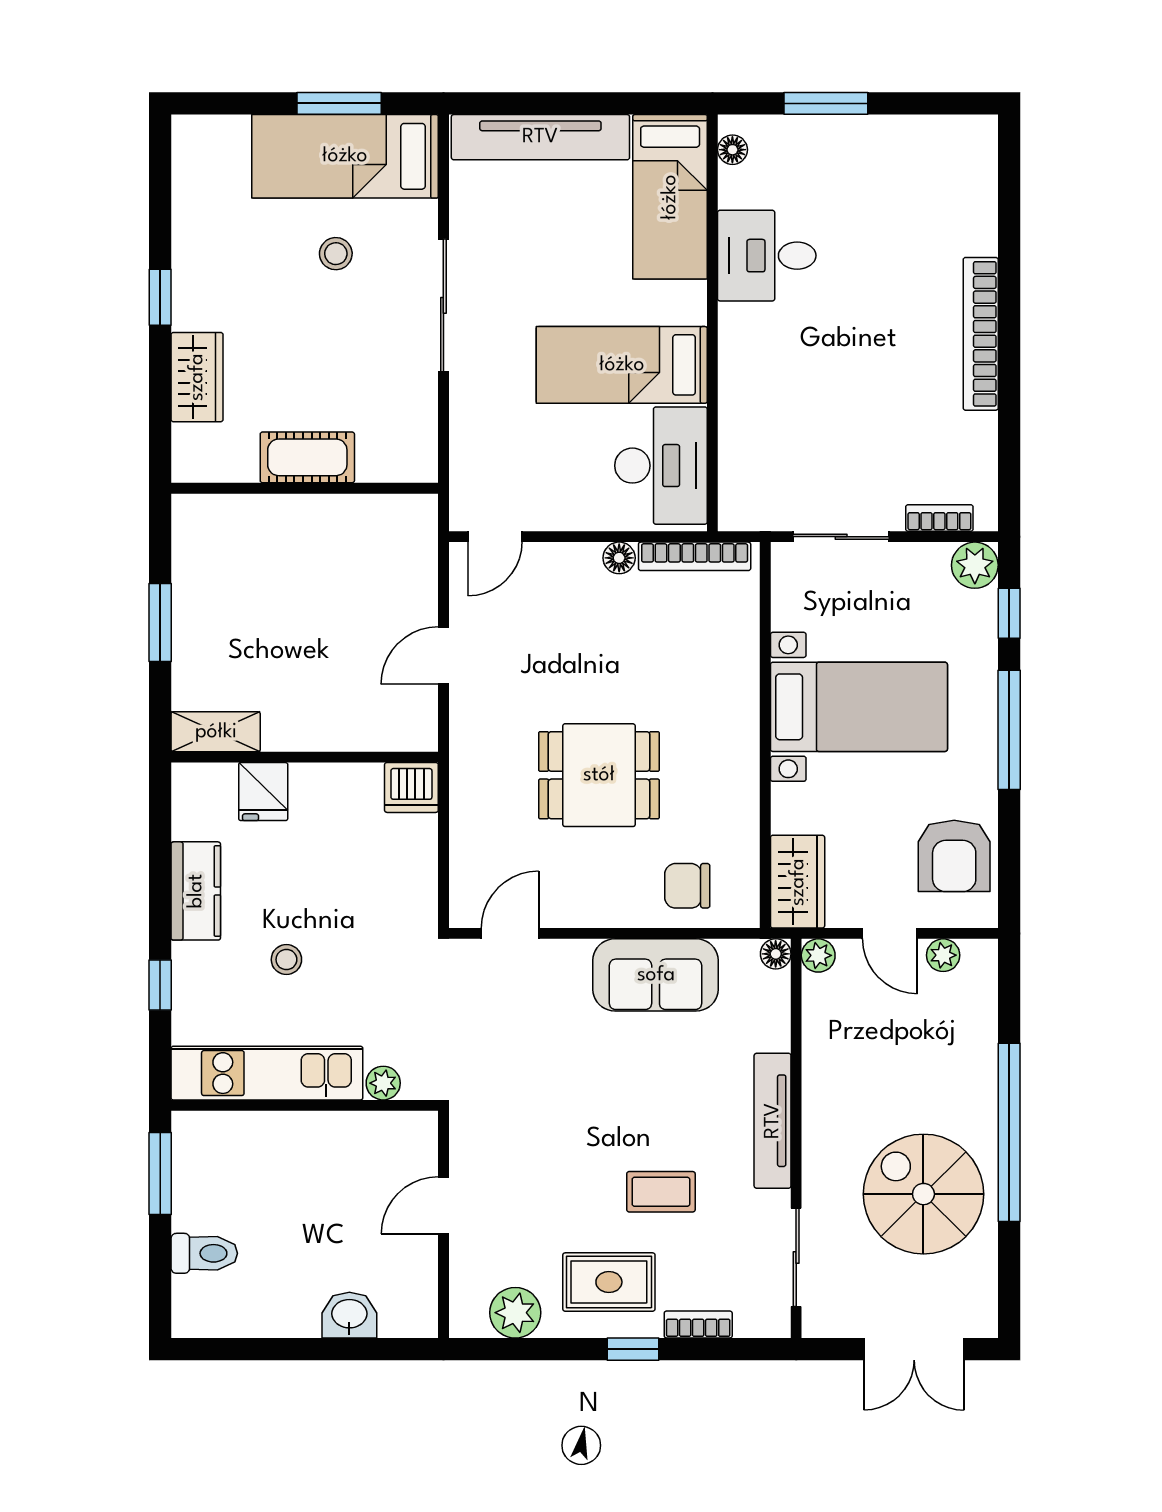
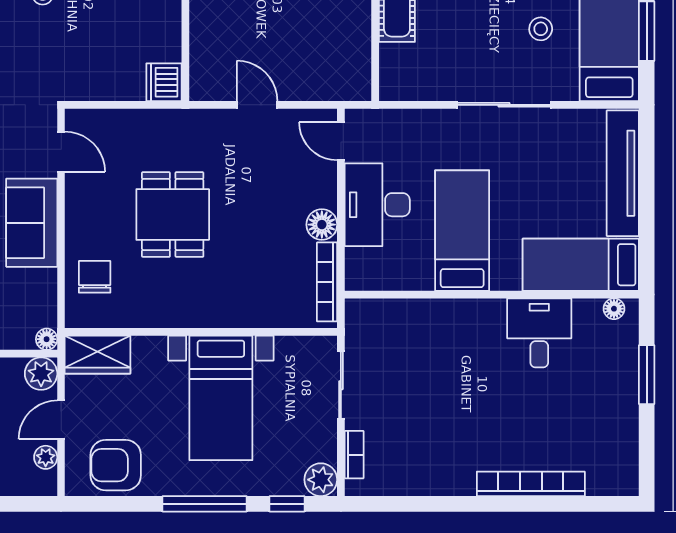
bookcase: (981, 334) -> (531, 484), moved
desk: (661, 466) -> (377, 205), moved, turned 90
floor lamp: (619, 558) -> (322, 225), width x1.37, depth x1.37
plant: (818, 955) -> (41, 374), width x1.38, depth x1.38
sofa: (656, 975) -> (32, 223), moved

